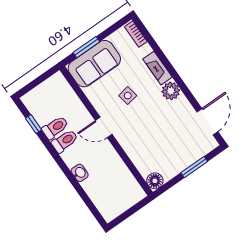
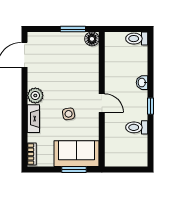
window: (34, 124) -> (151, 106), moved
toilet: (65, 141) -> (137, 39), moved
window: (194, 167) -> (73, 29), moved

